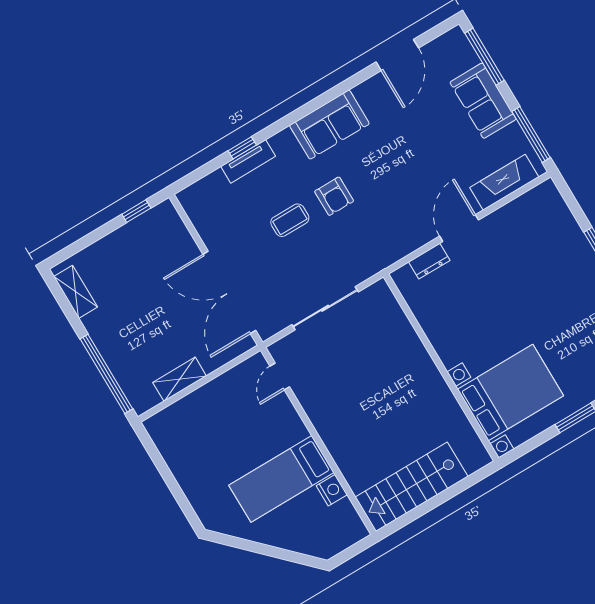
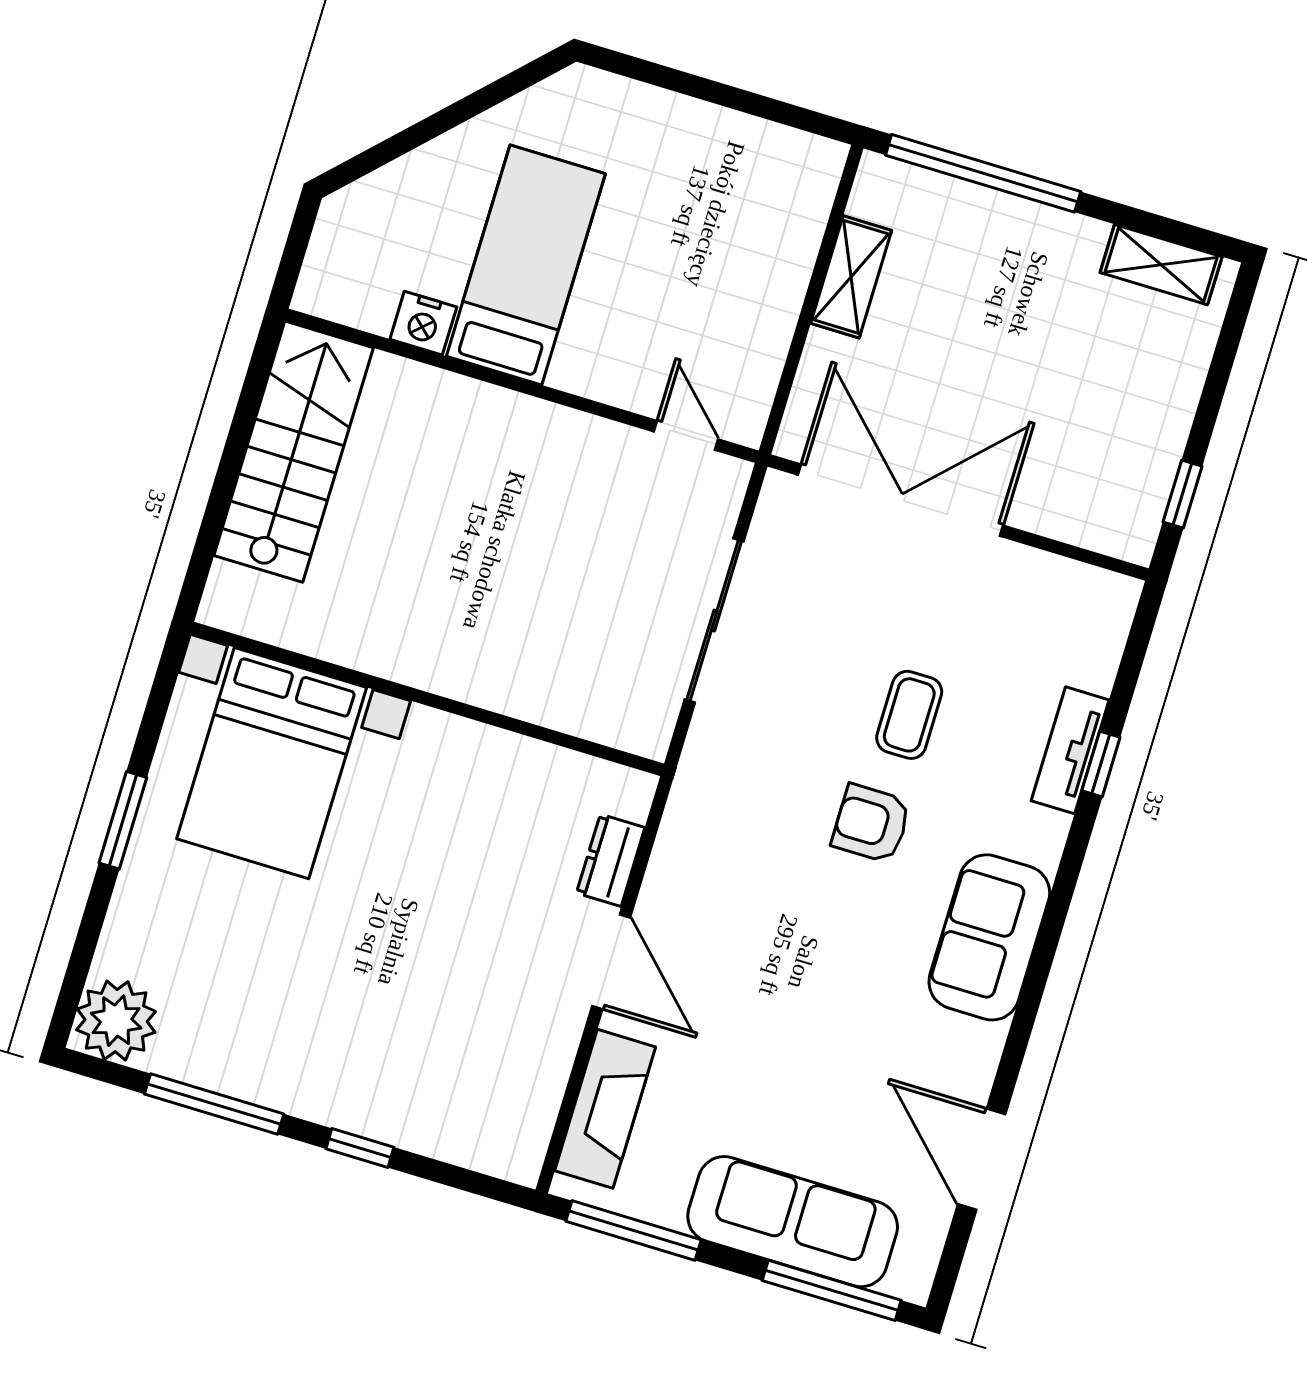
sofa: (483, 101) -> (793, 1222), width x1.36

